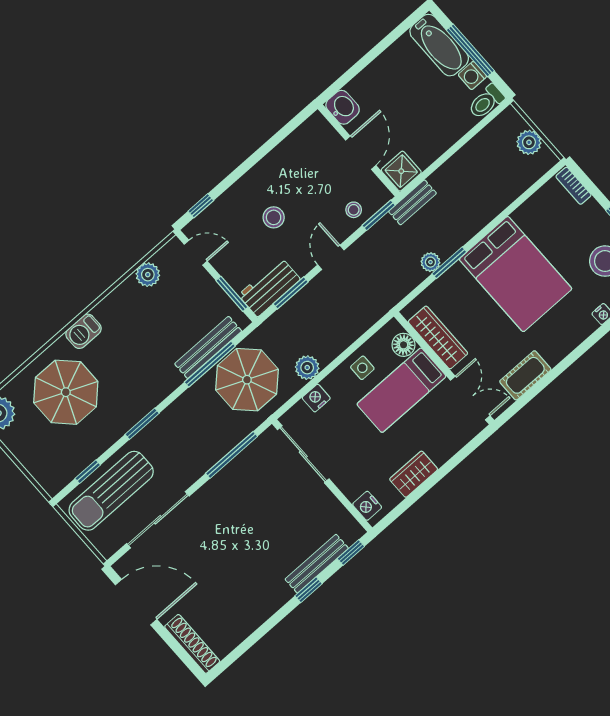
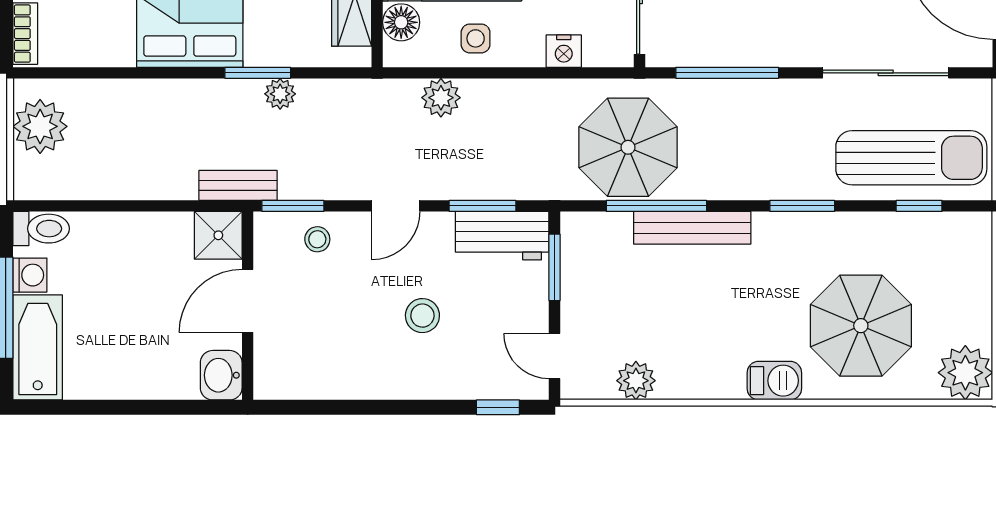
plant: (529, 142) -> (40, 126), width x1.36, depth x1.36
bench: (208, 347) -> (692, 228), moved
plant: (307, 368) -> (441, 98), moved

